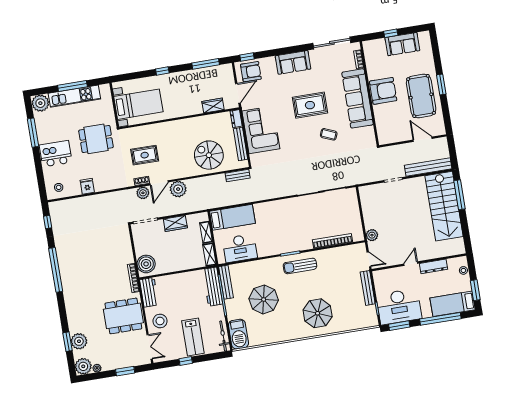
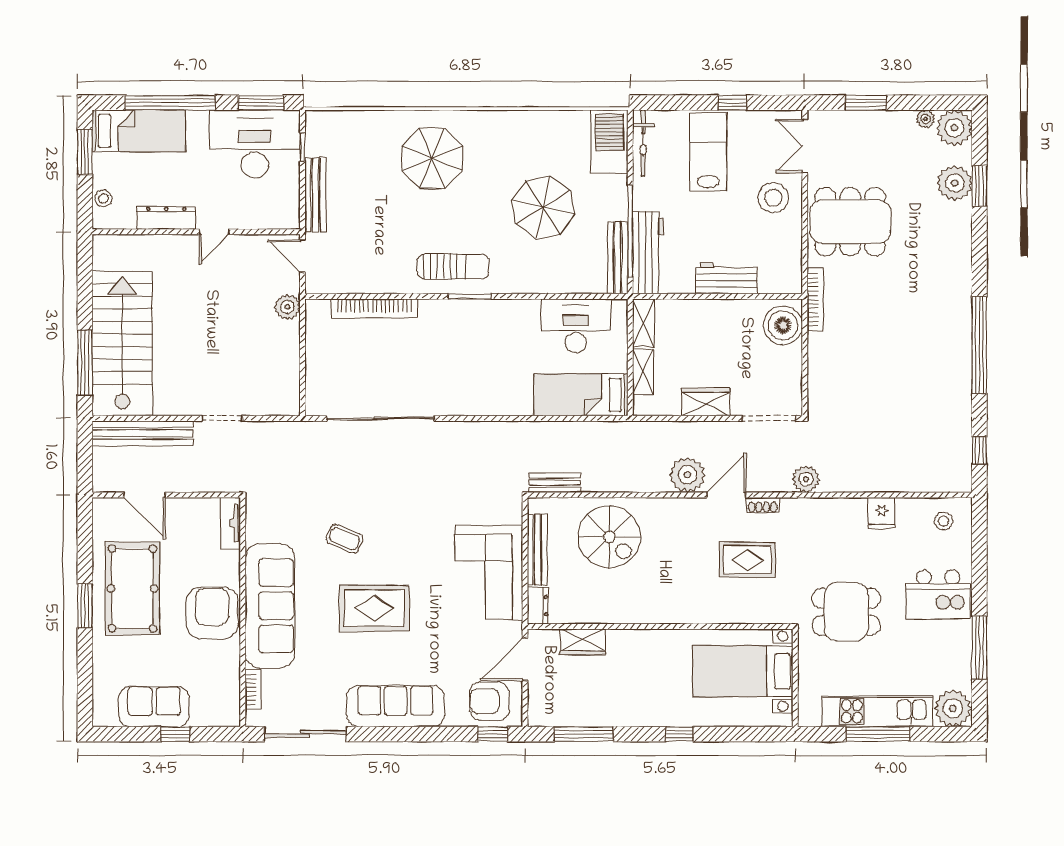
sofa: (293, 62) -> (396, 706), width x1.36
armchair: (383, 91) -> (212, 613), turned 90
tv unit: (382, 133) -> (230, 523), added
plant: (143, 193) -> (806, 479), moved
workbench: (149, 292) -> (726, 278), moved, turned 90

